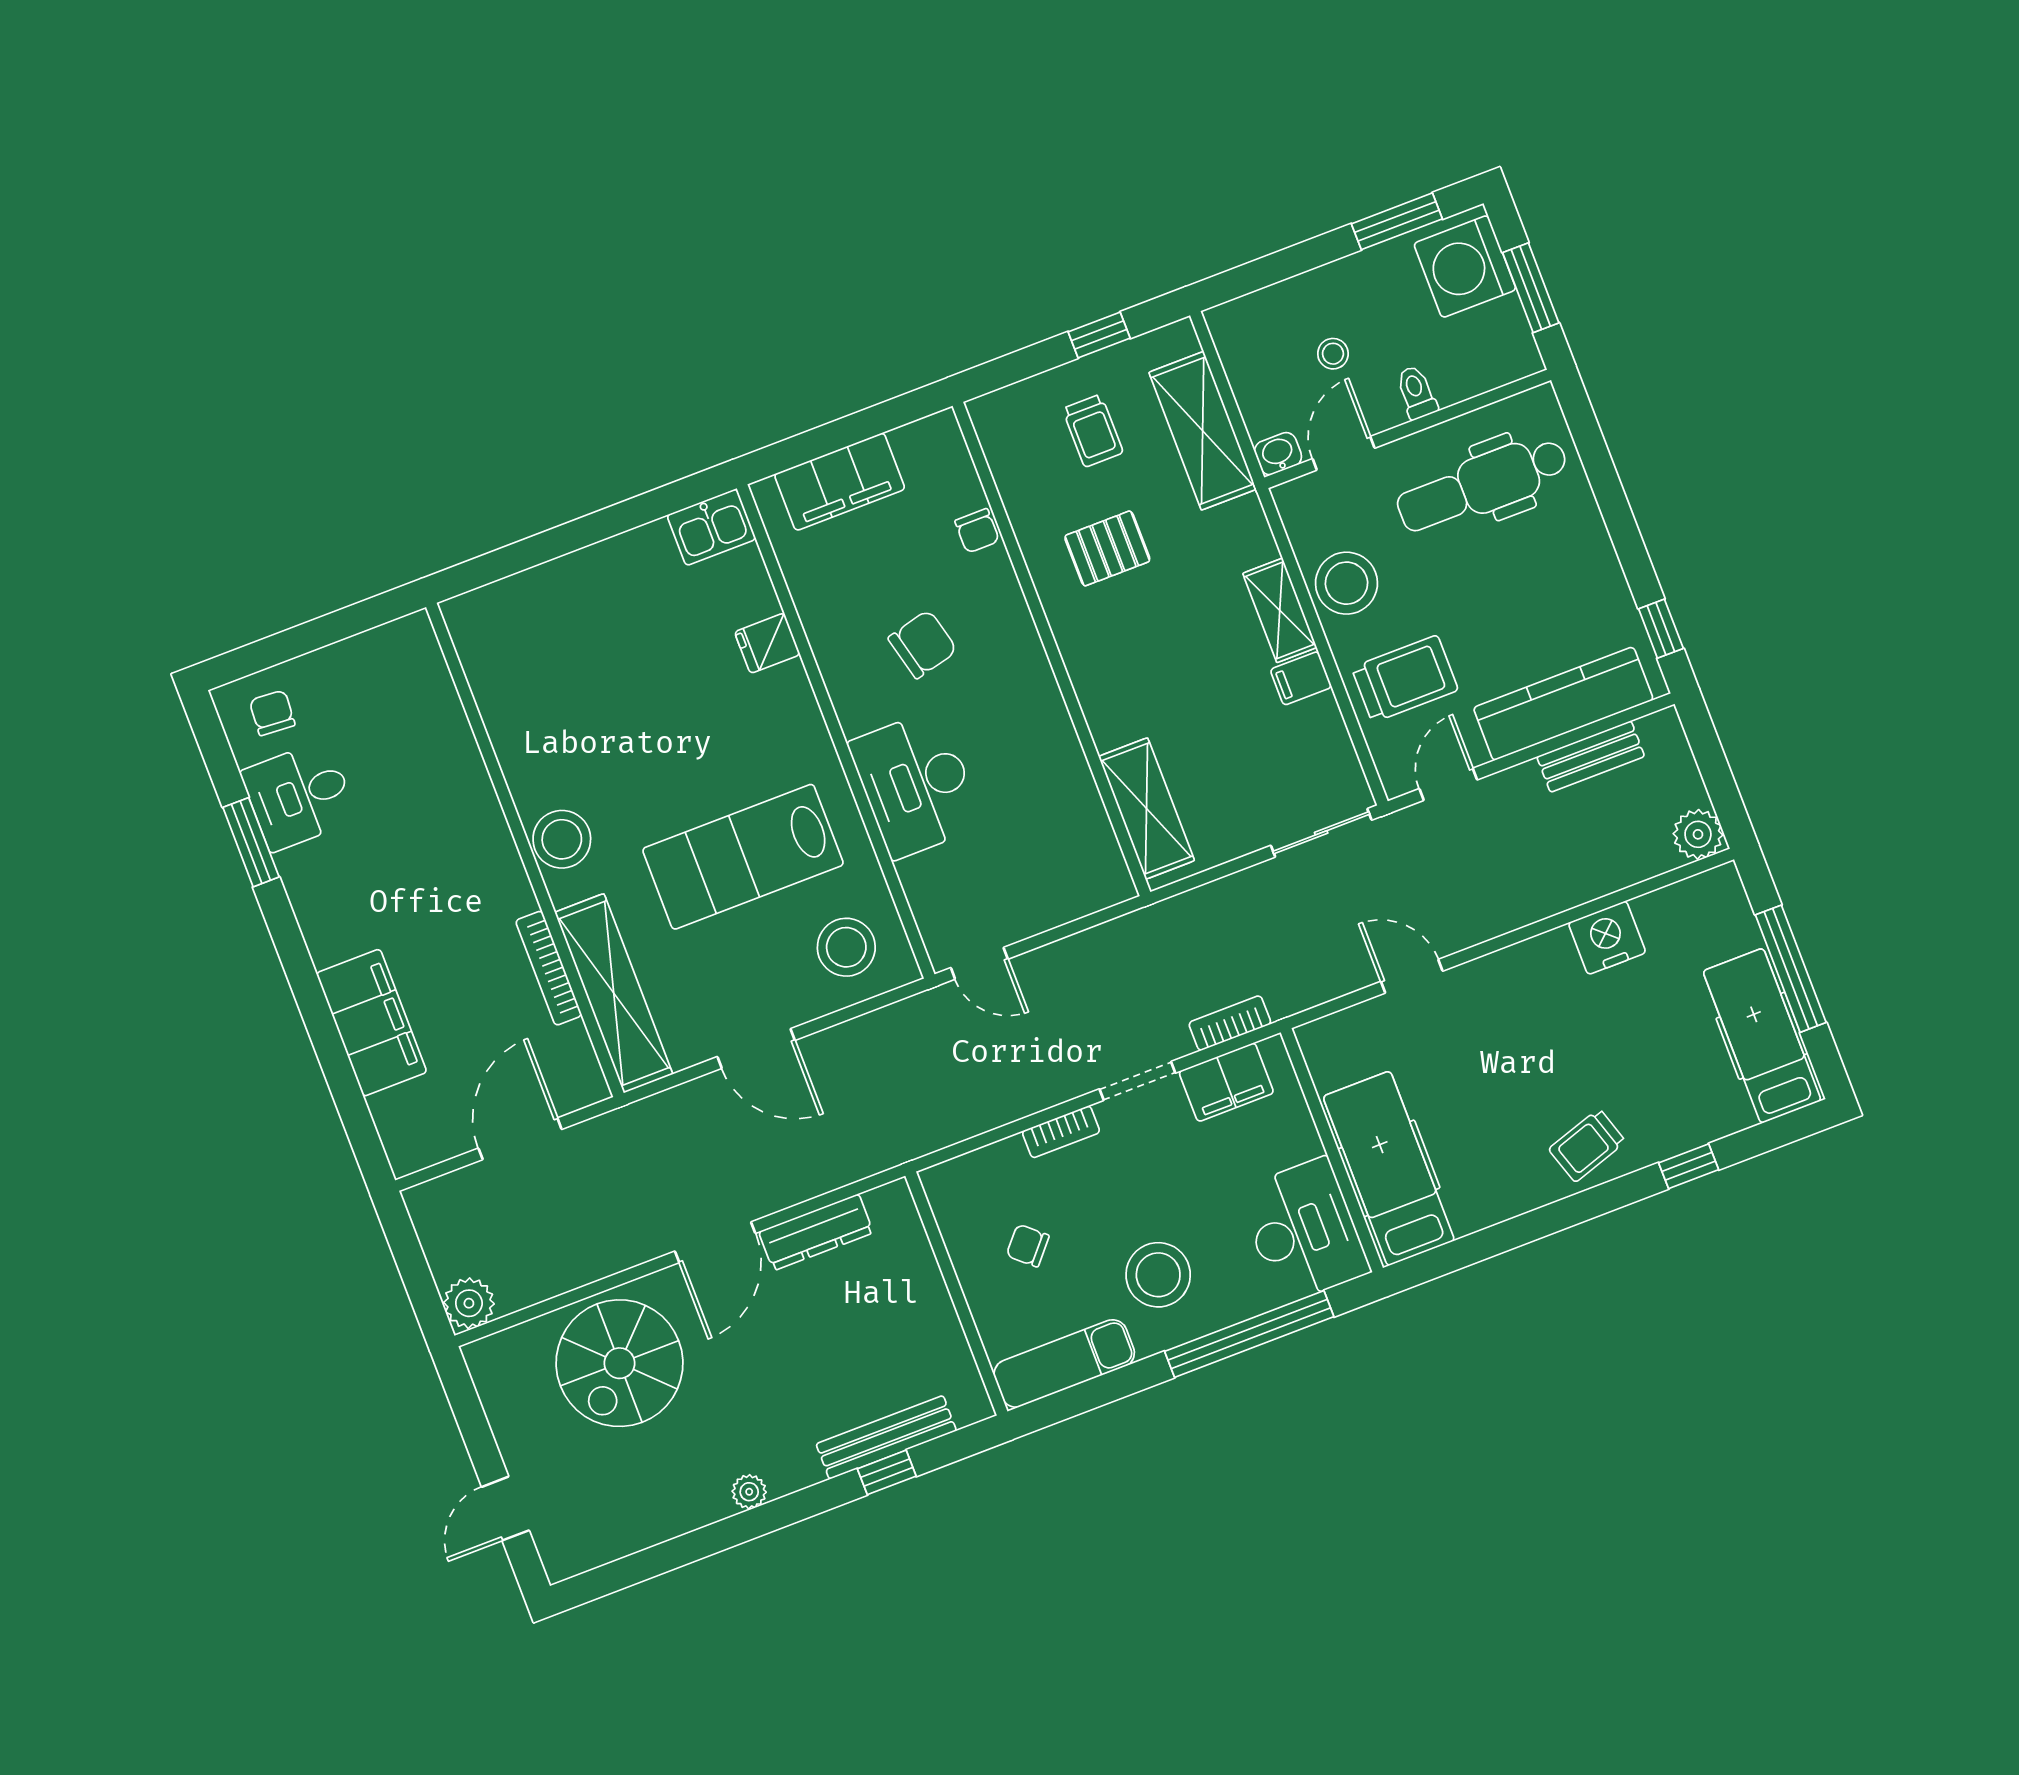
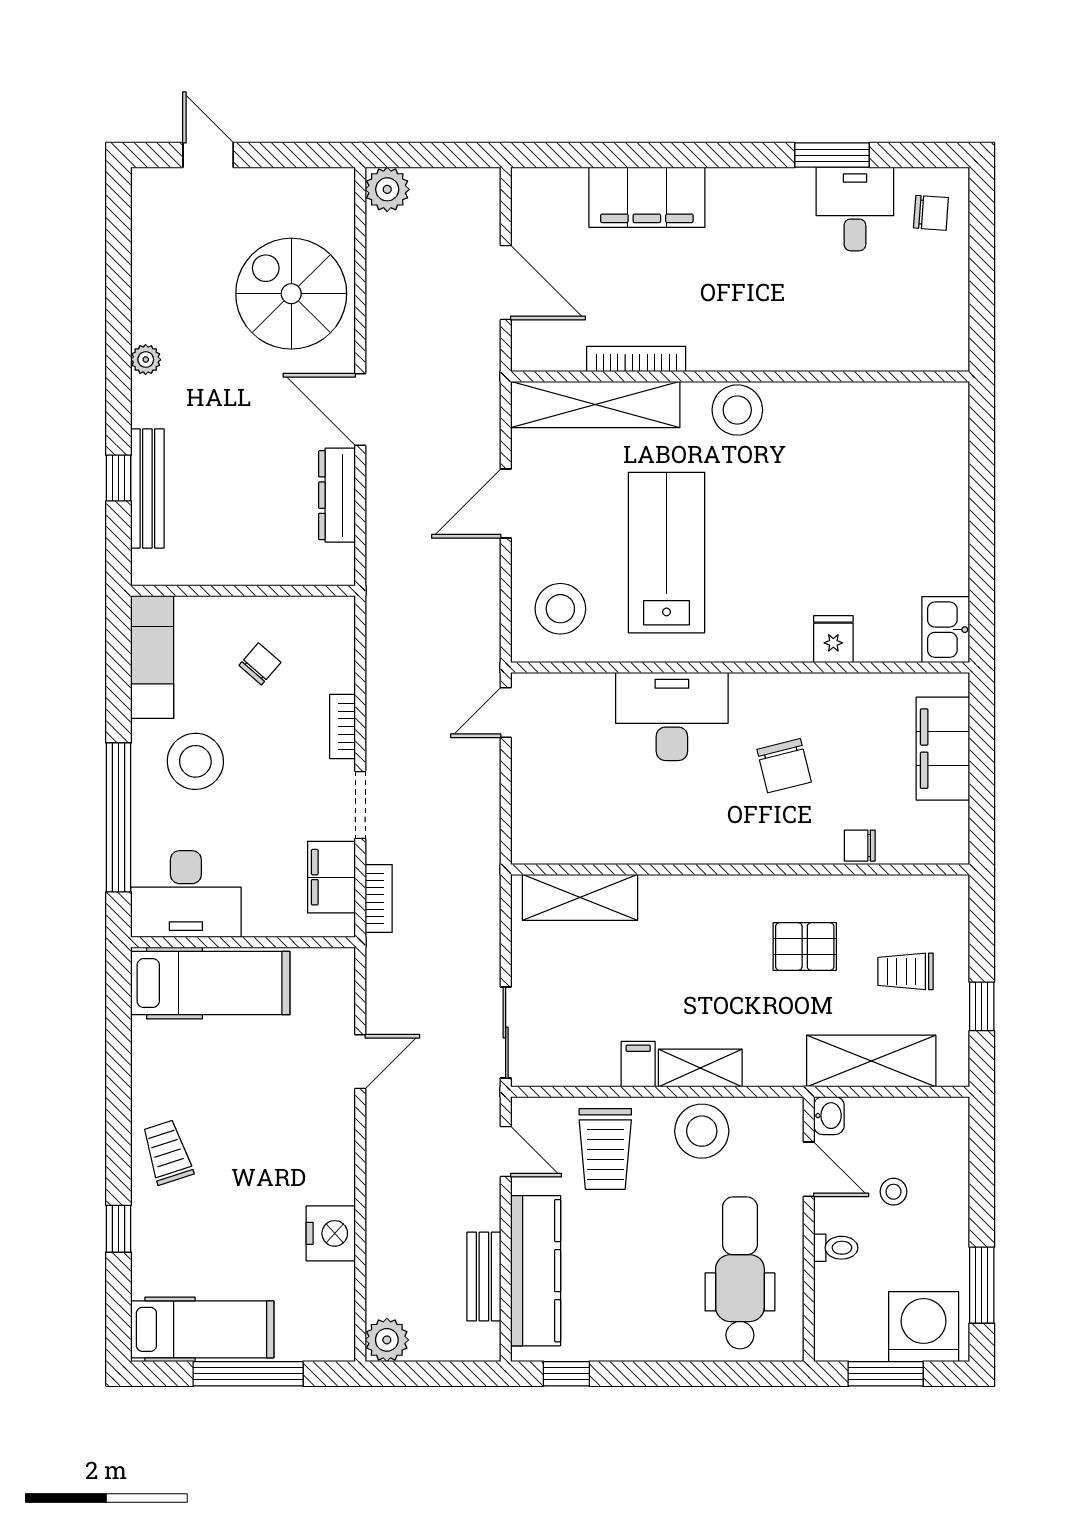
pallet: (1107, 548) -> (805, 947), turned 90

